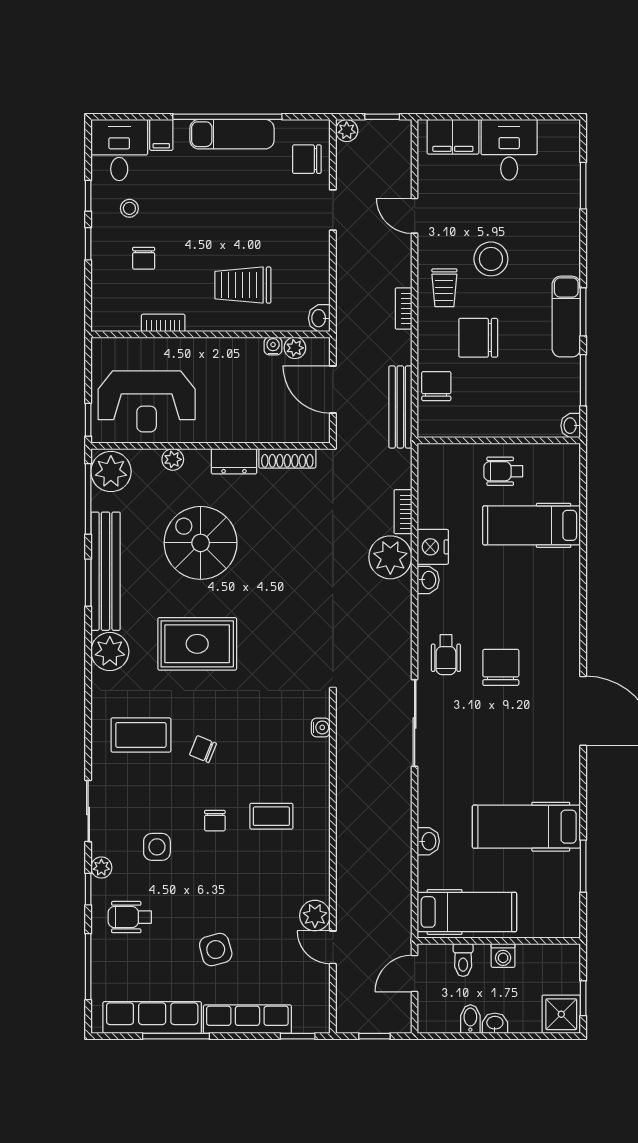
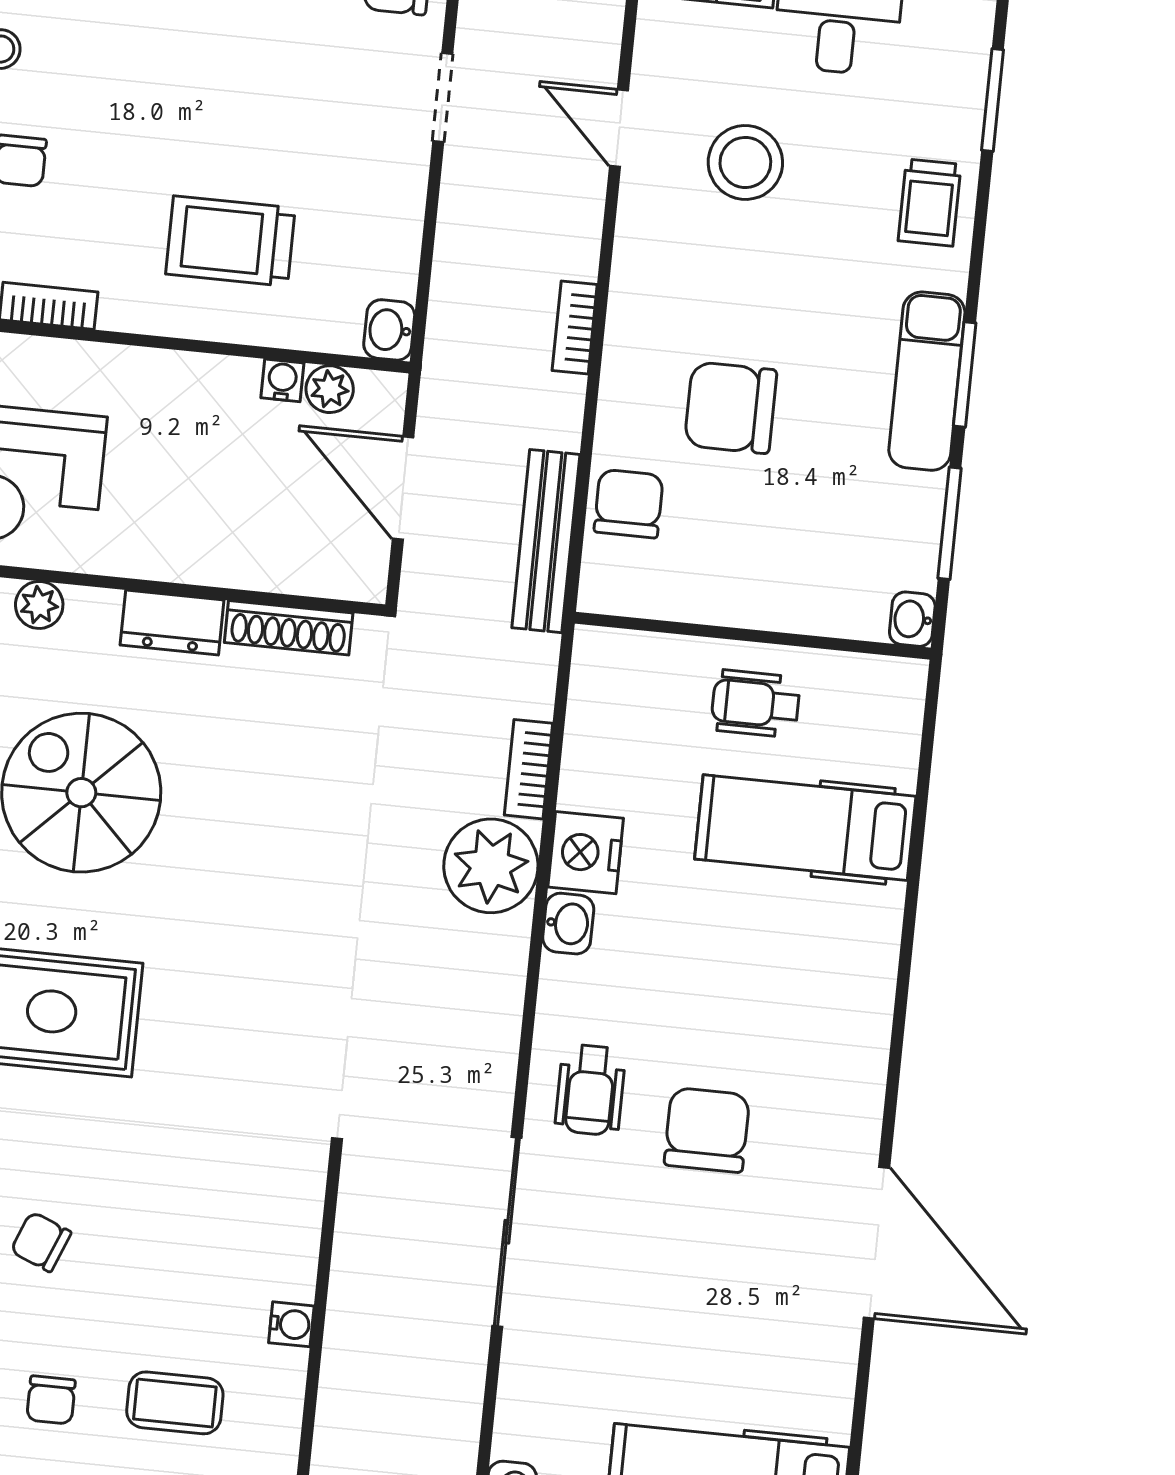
stool: (491, 259) -> (745, 162), moved
trolley: (444, 288) -> (930, 203), moved
water cooler: (321, 727) -> (291, 1324), moved

